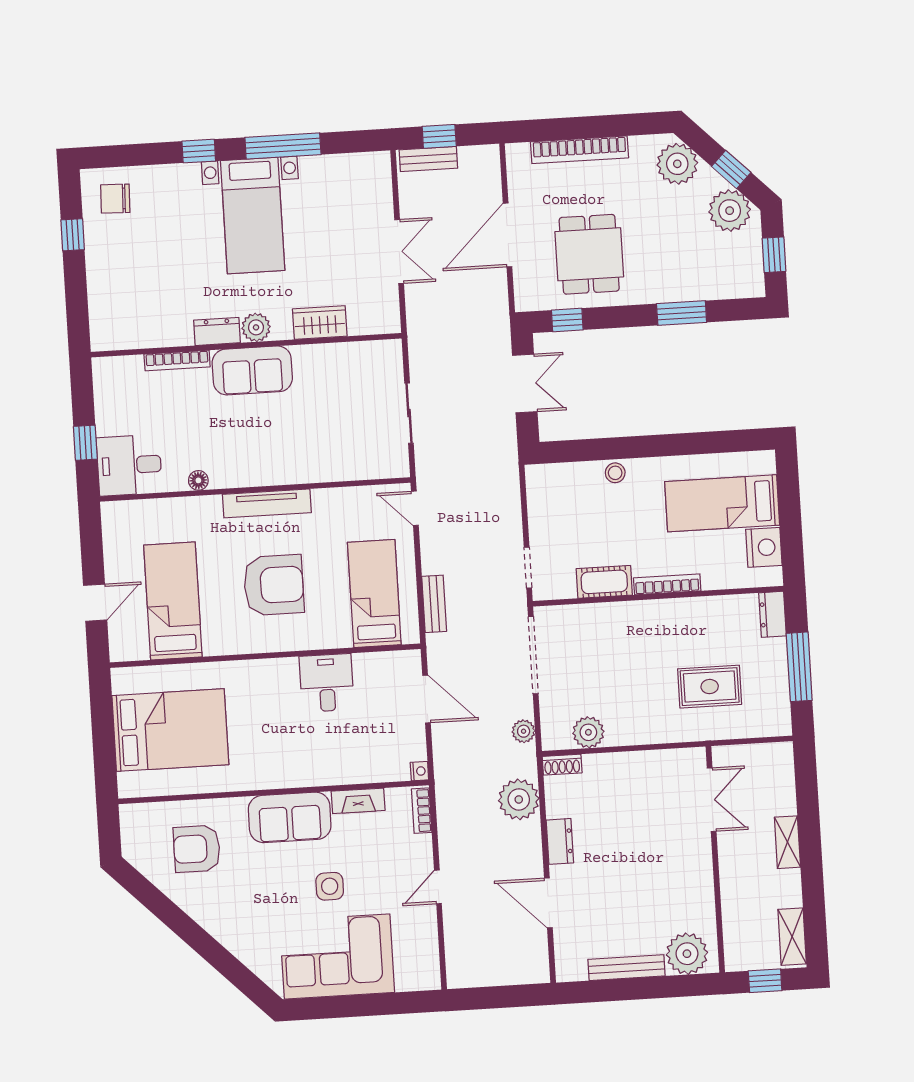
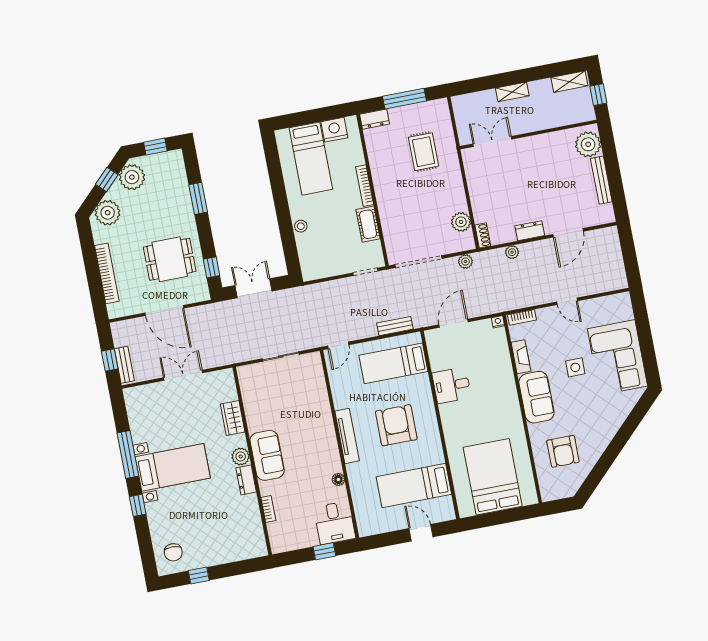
bookcase: (177, 360) -> (268, 509), width x0.64
plant: (519, 799) -> (512, 252), width x0.53, depth x0.53

